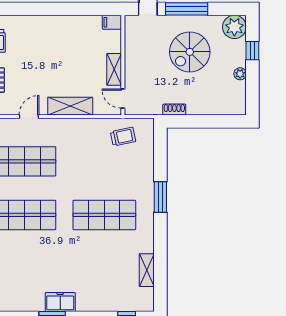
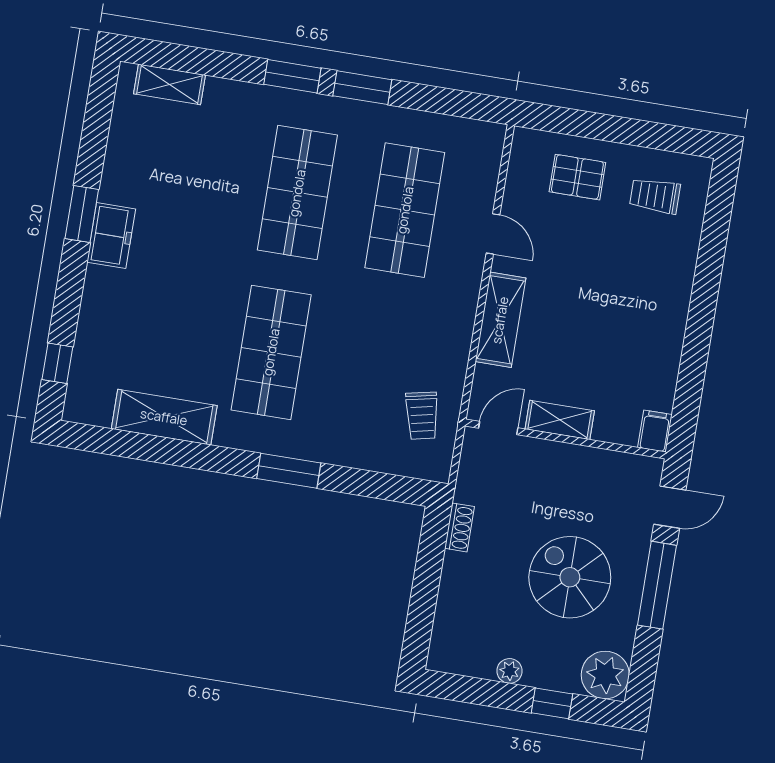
shelving: (147, 270) -> (164, 417), width x1.50, depth x1.33

